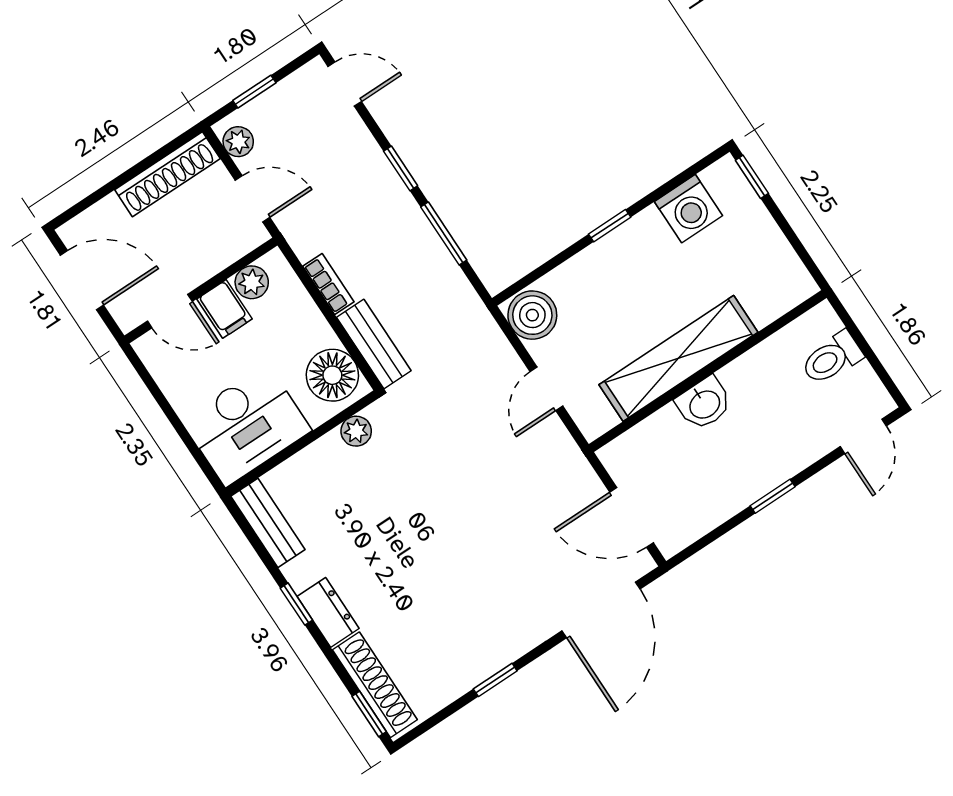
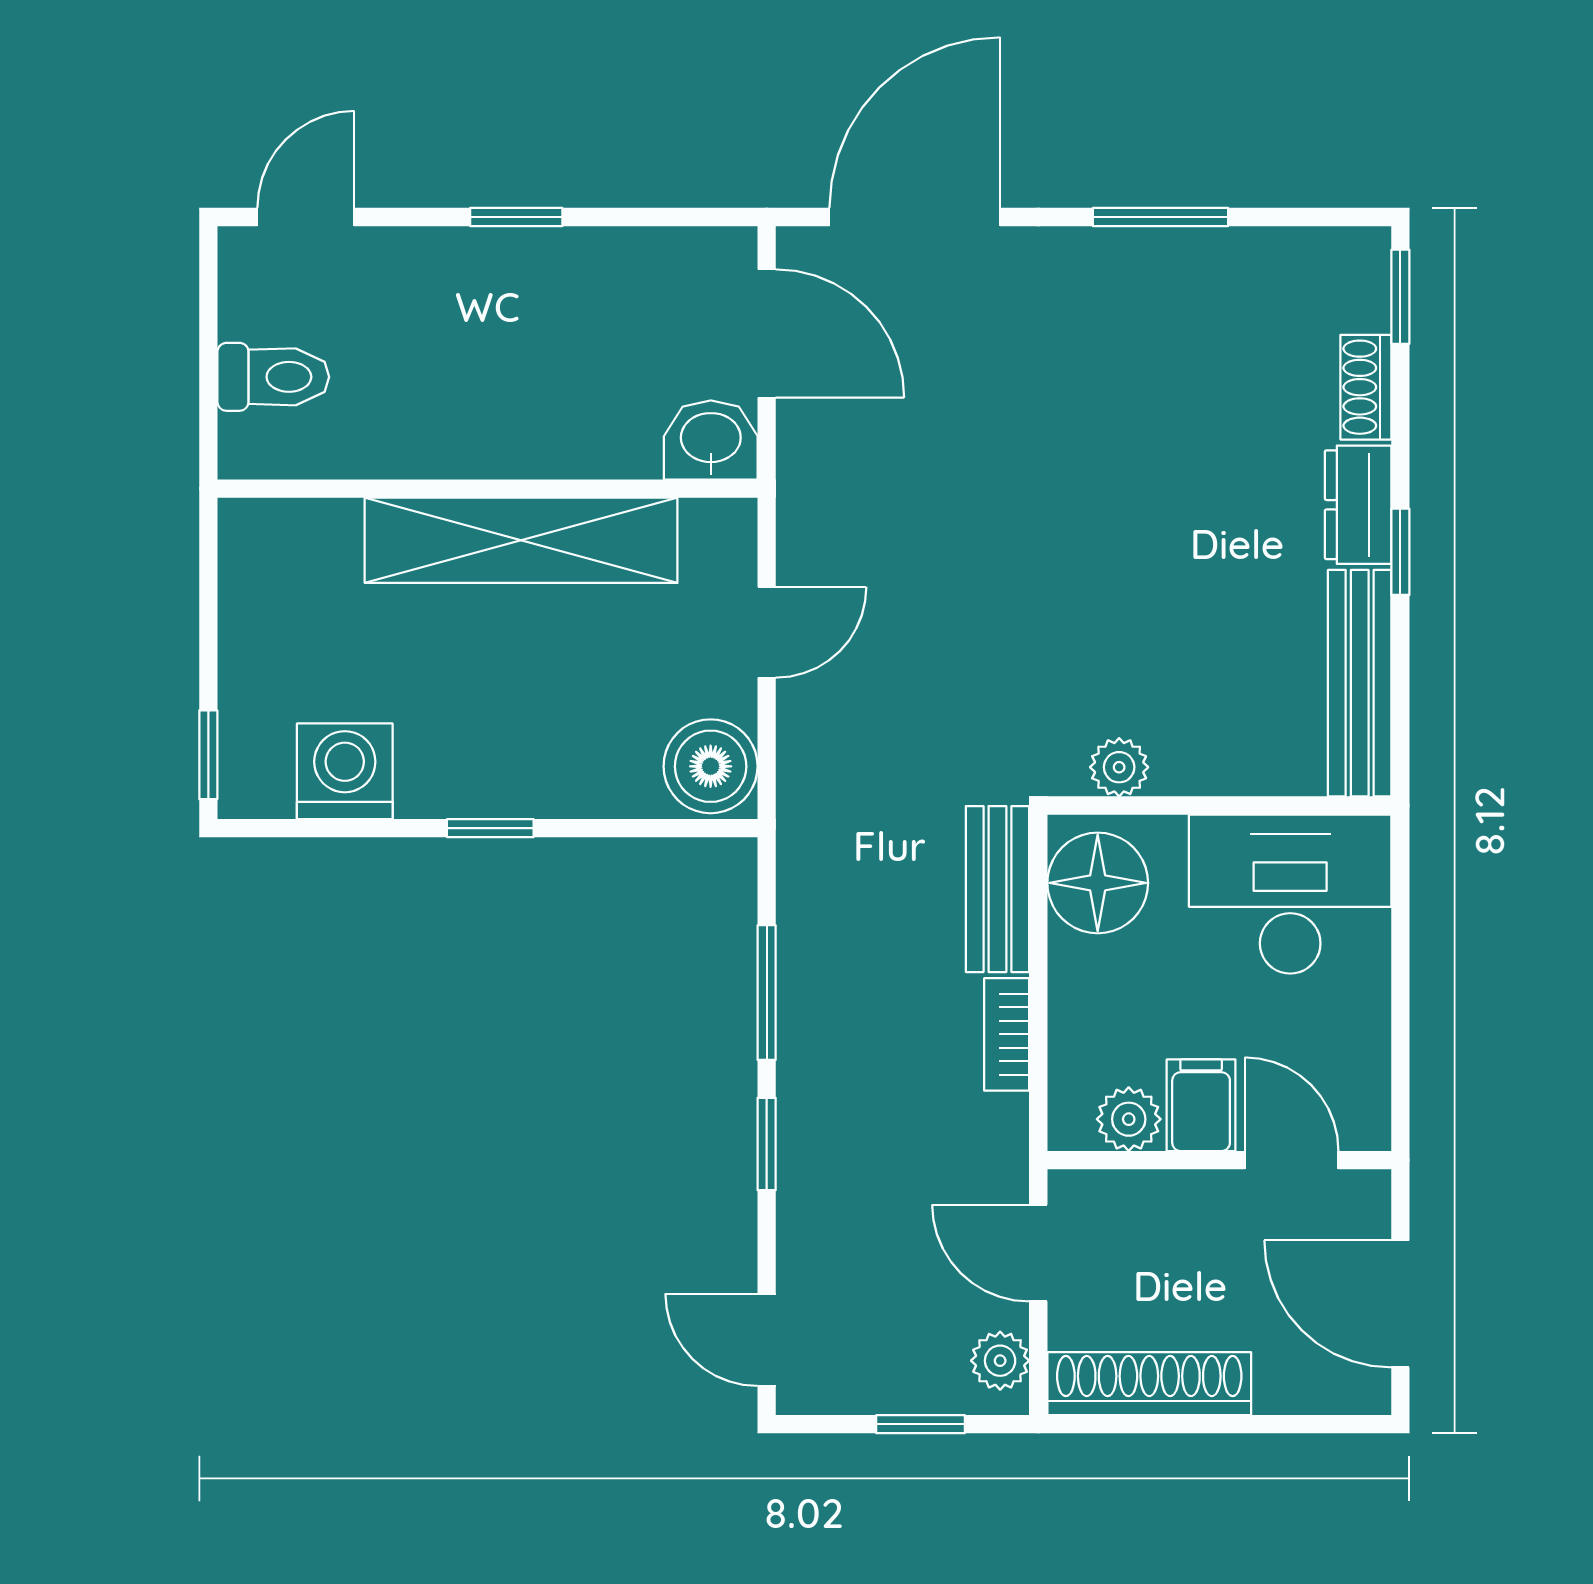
washbasin: (704, 404) -> (711, 440), moved
bench: (268, 523) -> (1360, 683), width x1.36
window: (495, 680) -> (1161, 217), width x1.50
shoe rack: (375, 685) -> (1366, 387), width x0.51, depth x0.81

